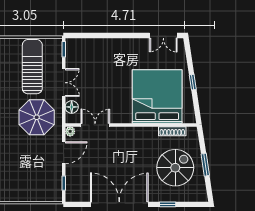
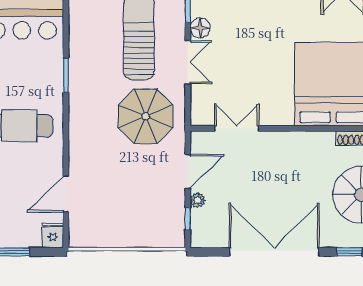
floor lamp: (72, 107) -> (200, 28), moved
plant: (70, 131) -> (198, 200), moved

